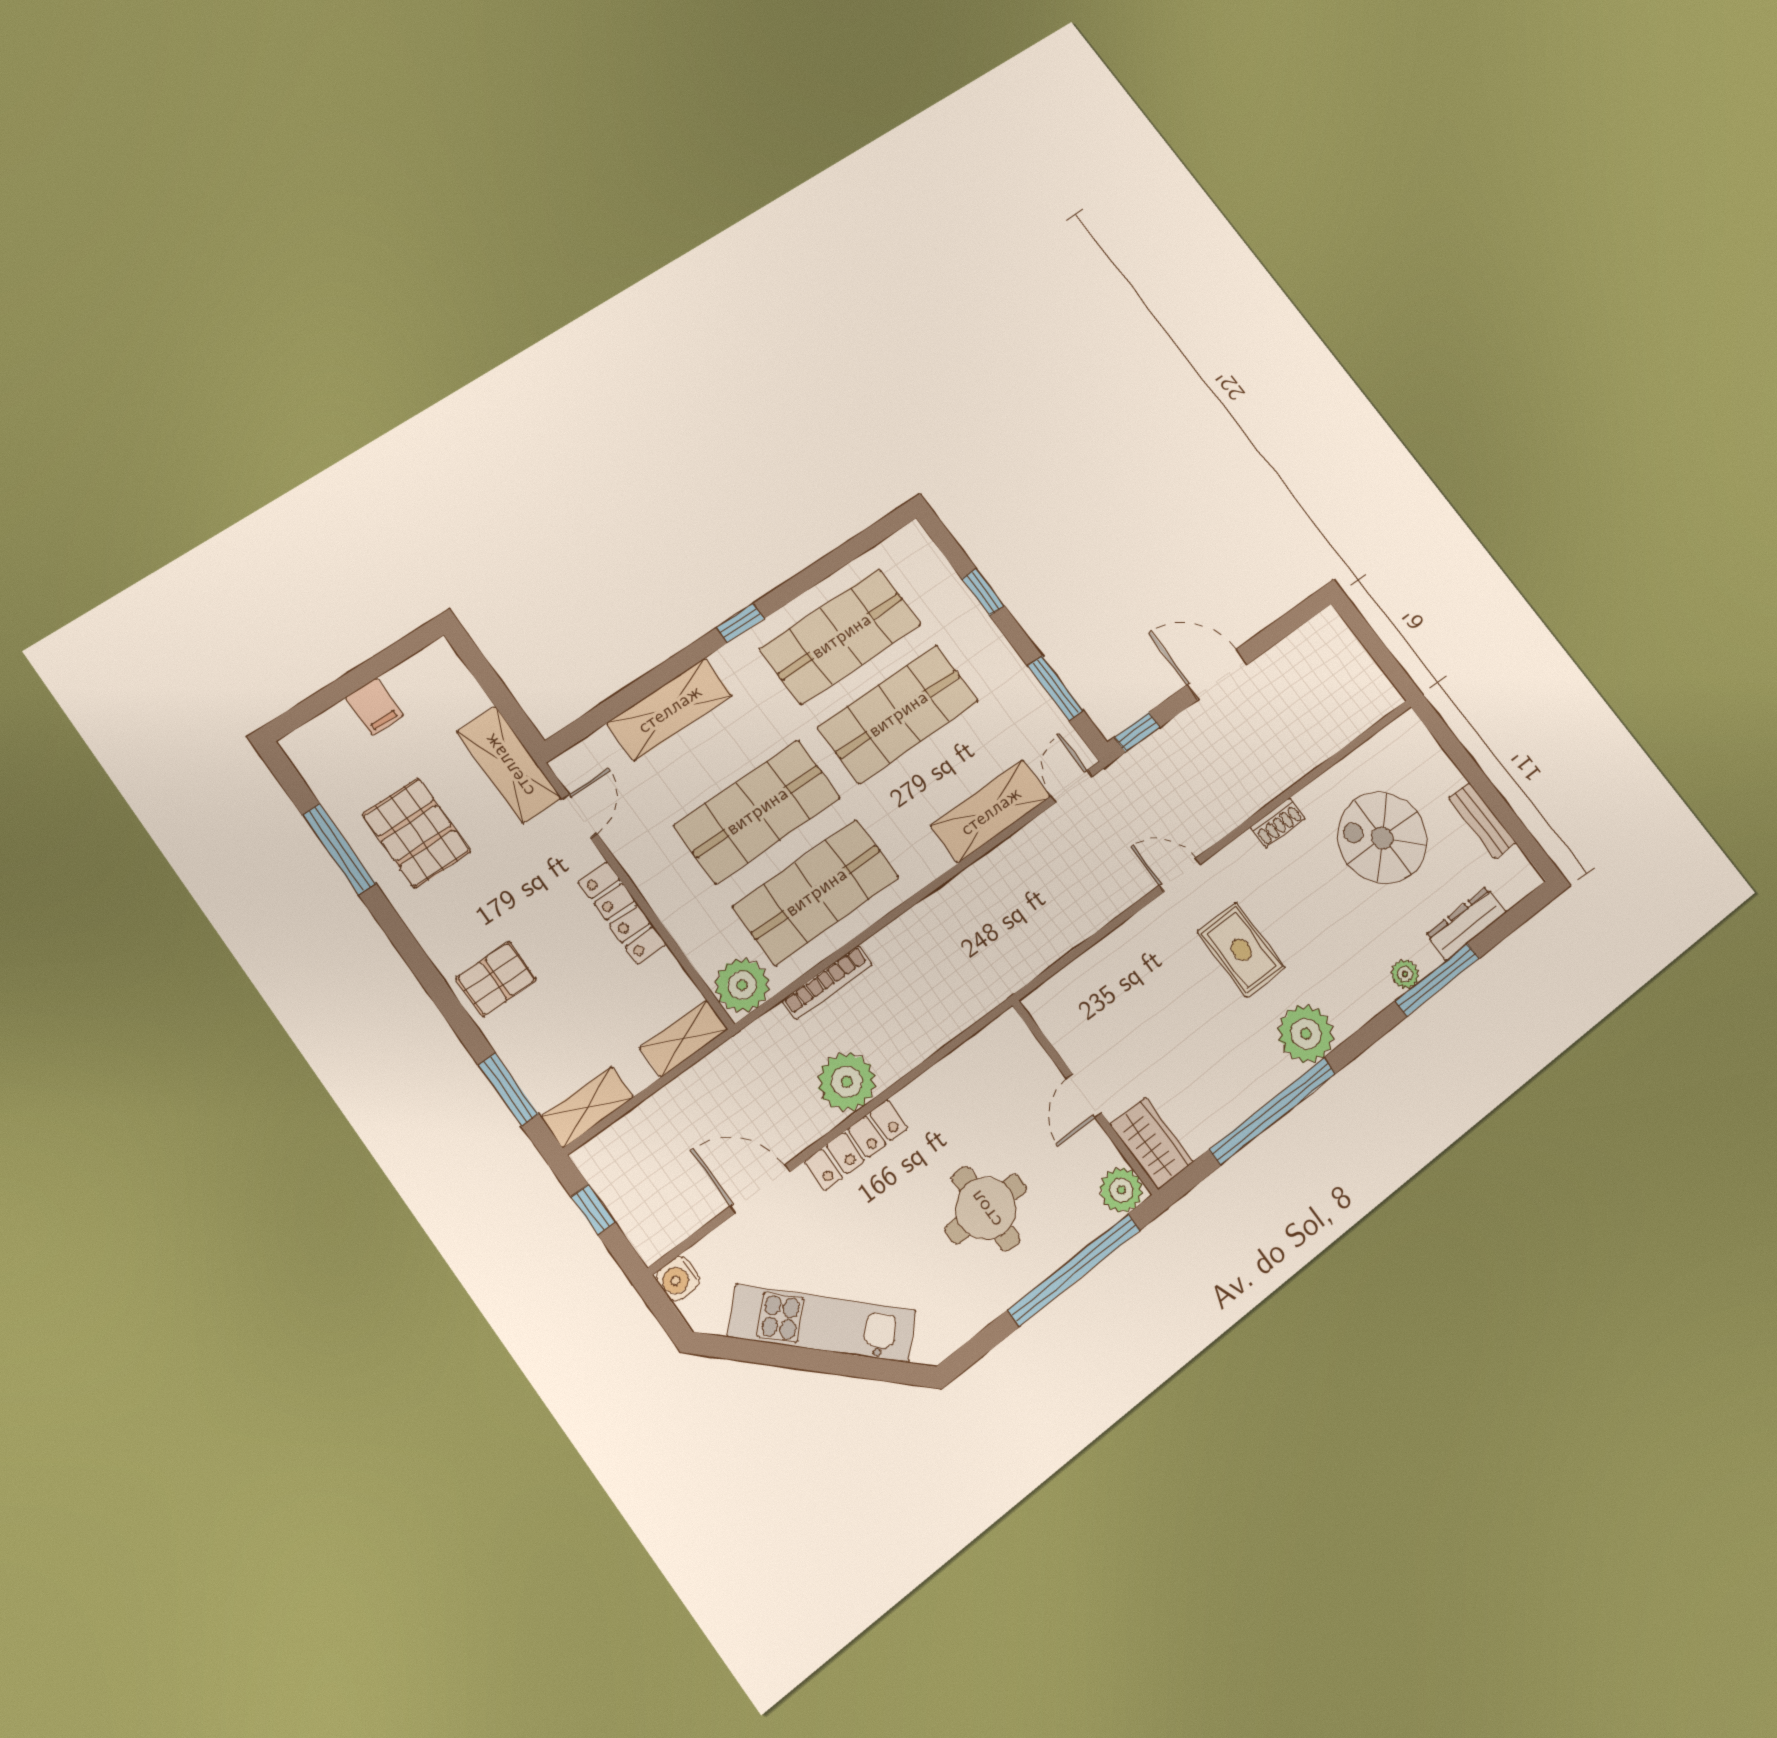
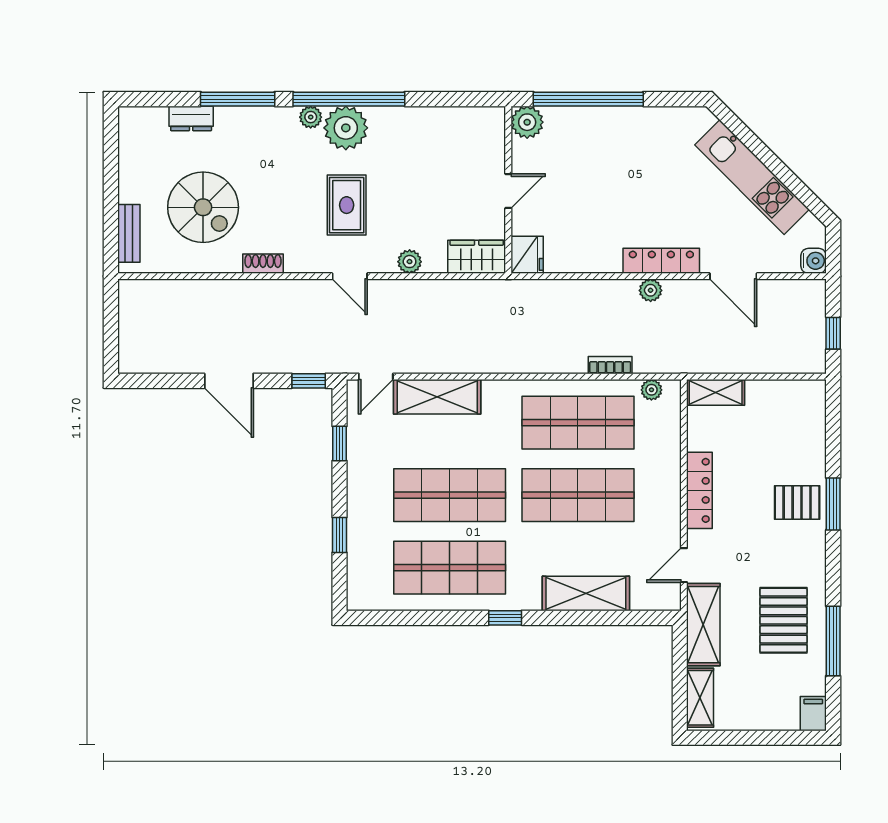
window: (1055, 688) -> (339, 444), width x0.67
filing cabinet: (374, 707) -> (813, 714), moved
bench: (1482, 821) -> (129, 233), moved
dresser: (1466, 923) -> (191, 118), width x0.70
plant: (1130, 937) -> (410, 262), added
plant: (1405, 974) -> (311, 117), moved
bookcase: (827, 982) -> (610, 365), width x0.64
plant: (742, 985) -> (651, 390), width x0.53, depth x0.53
fridge: (1010, 1039) -> (527, 255), added
plant: (847, 1082) -> (651, 290), width x0.53, depth x0.53
window: (508, 1089) -> (833, 504), moved
shelving: (587, 1107) -> (700, 698), moved, turned 90
window: (1273, 1111) -> (349, 99), moved
wardrobe: (1152, 1143) -> (477, 257), moved, turned 90
round table: (986, 1209) -> (614, 170), removed

